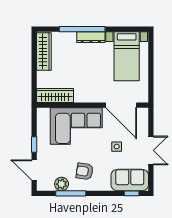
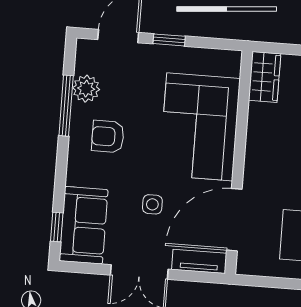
wardrobe: (55, 95) -> (265, 77), width x0.67
tv unit: (143, 121) -> (199, 261), added
armchair: (85, 171) -> (108, 137), turned -99

